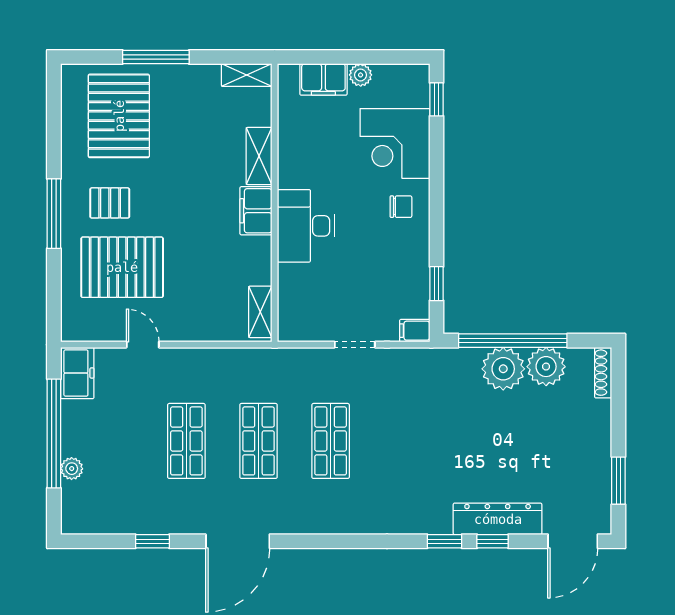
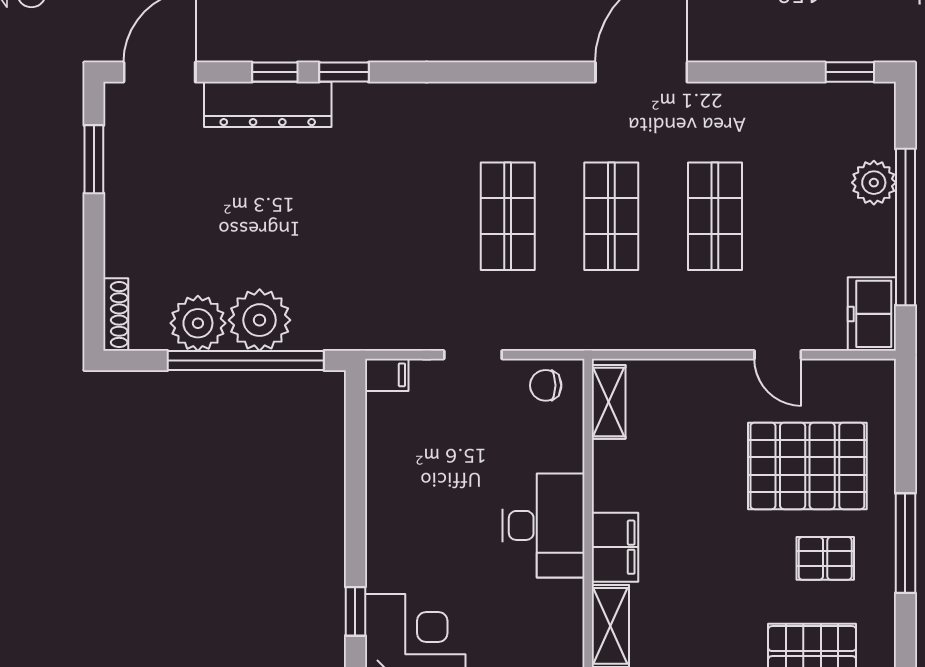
chair: (401, 207) -> (546, 385), moved
window: (436, 284) -> (355, 611), moved
plant: (72, 469) -> (874, 183), width x1.38, depth x1.38
window: (152, 541) -> (850, 72), moved

